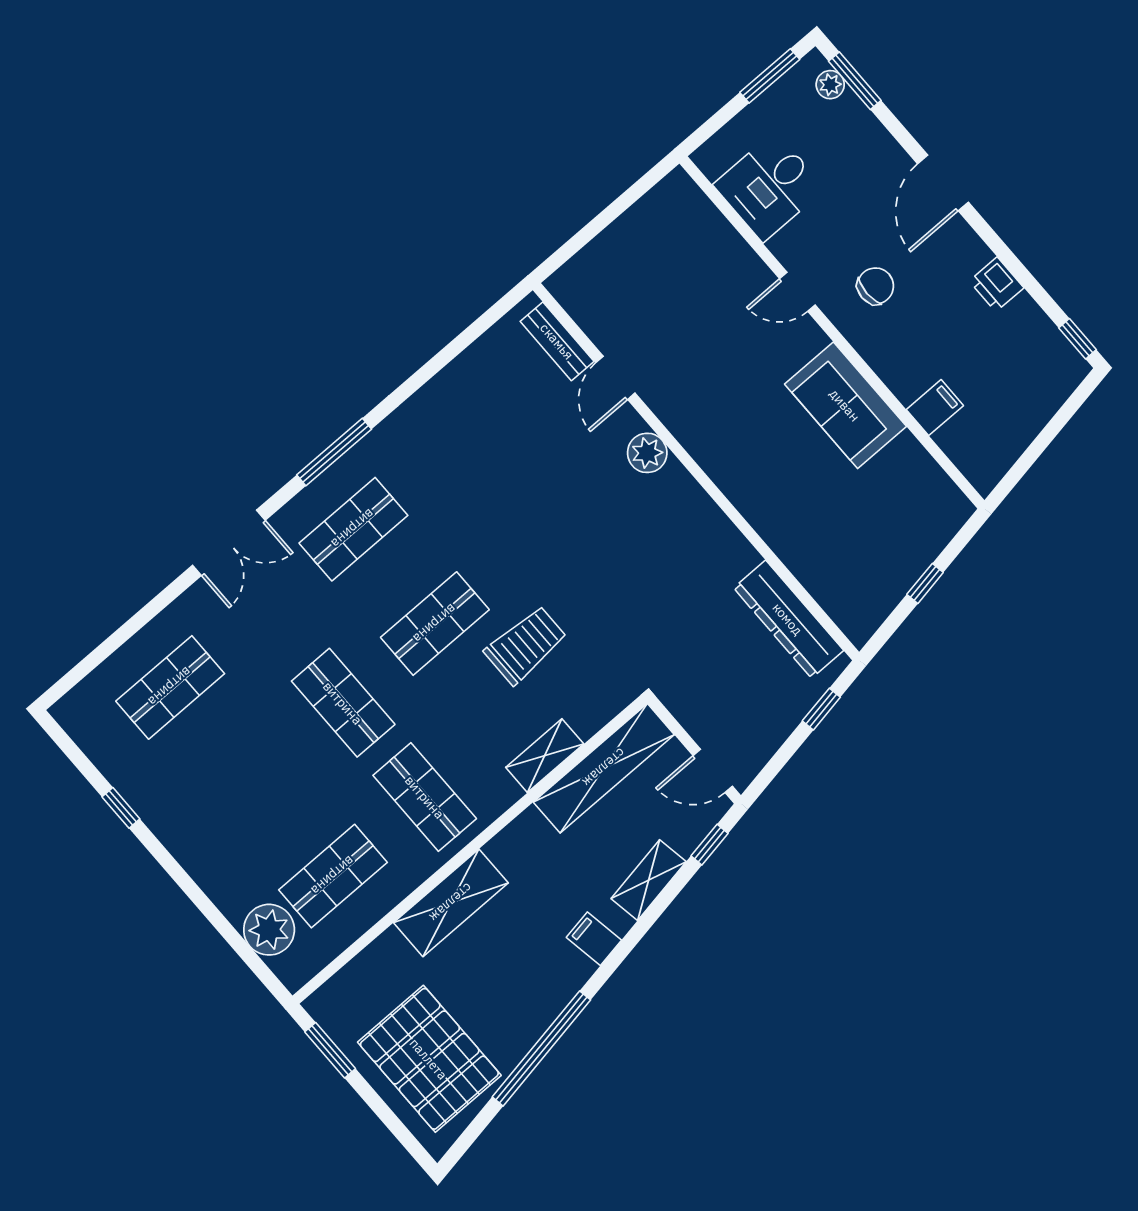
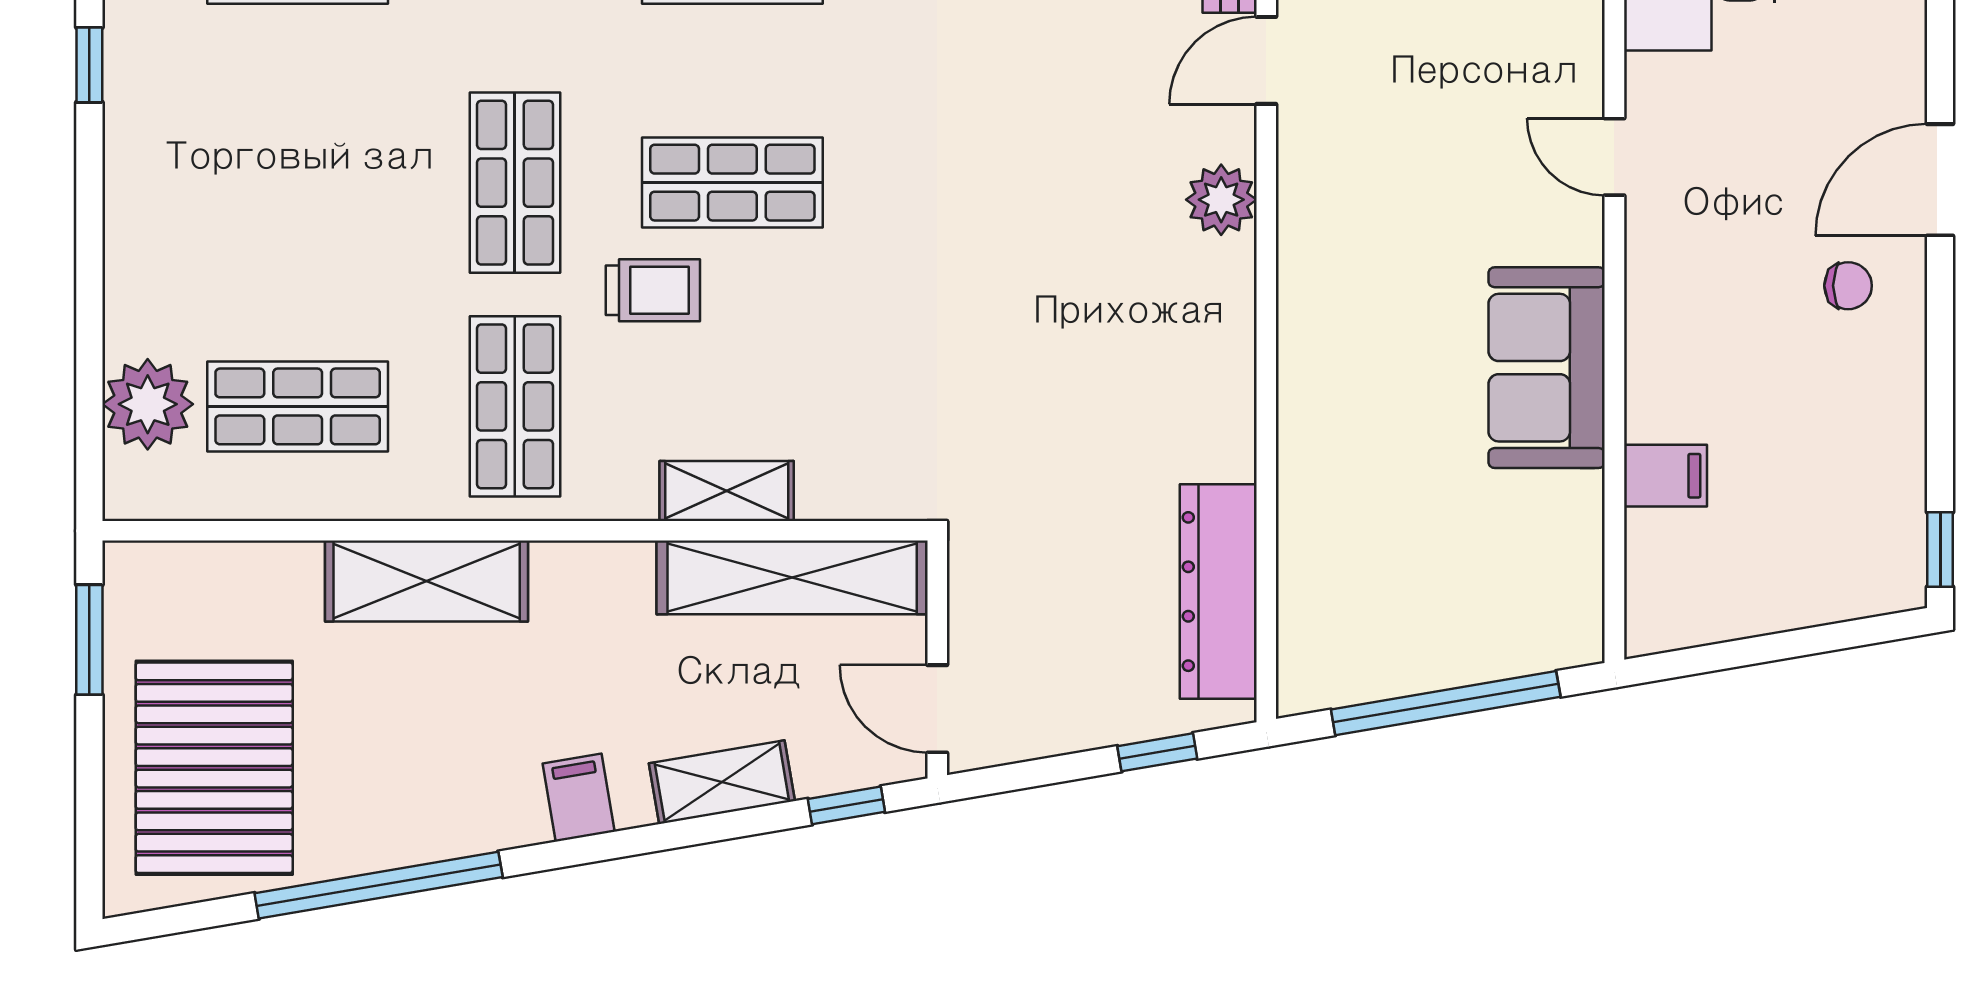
printer: (997, 284) -> (1894, 381), removed
chair: (875, 286) -> (1848, 286), moved, width x0.73, depth x0.73
window: (925, 583) -> (1446, 703), width x3.17
trolley: (526, 645) -> (653, 290), moved, width x0.73, depth x0.72

